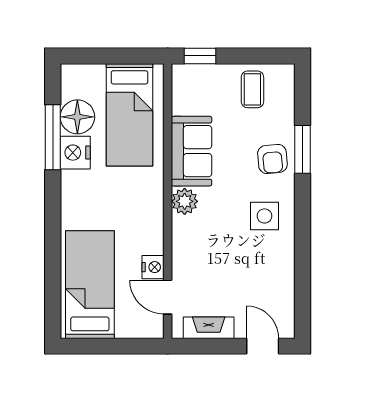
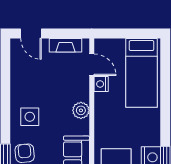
plant: (185, 201) -> (81, 110), moved

